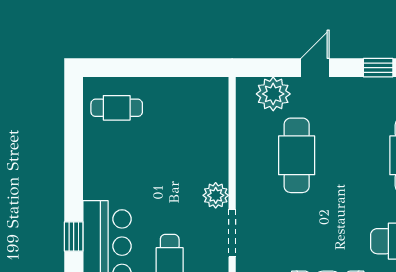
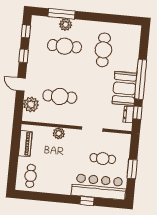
piano: (186, 89) -> (25, 144), added
plant: (216, 195) -> (59, 133), moved

